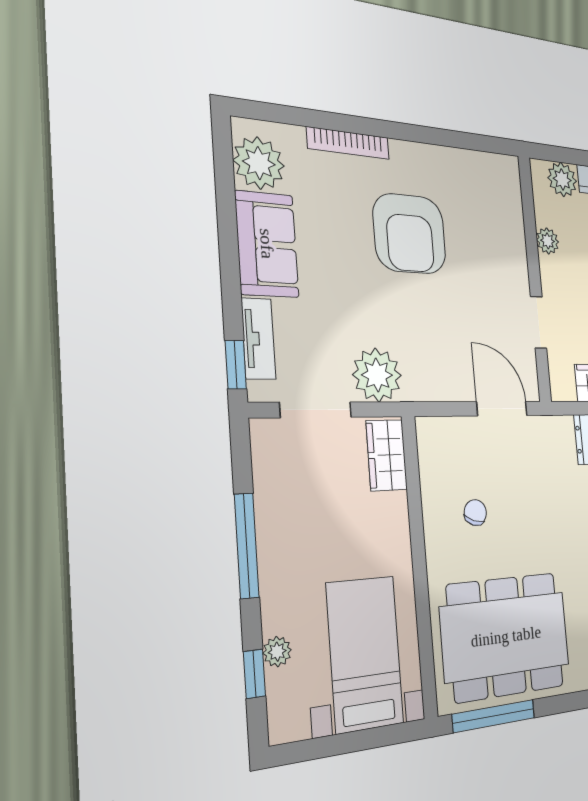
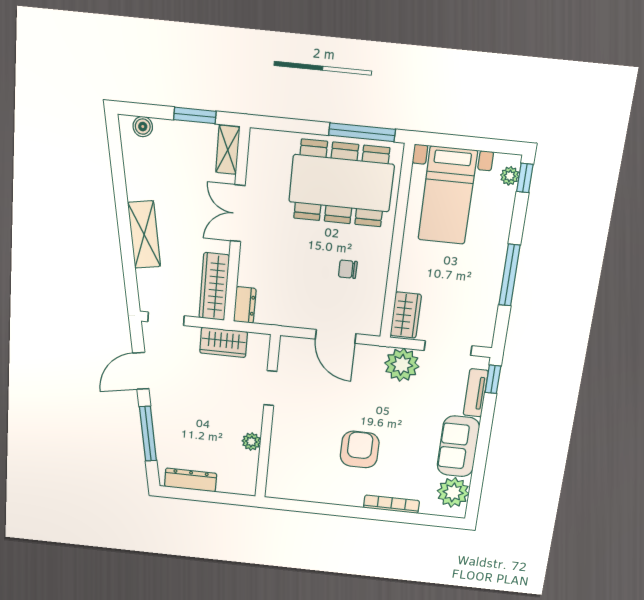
plant: (562, 179) -> (230, 482), removed
armchair: (410, 234) -> (360, 449), width x0.73, depth x0.73
door: (502, 409) -> (336, 336), moved
chair: (475, 513) -> (348, 269), turned 71
plant: (277, 652) -> (510, 176), moved
window: (254, 674) -> (525, 178), moved

